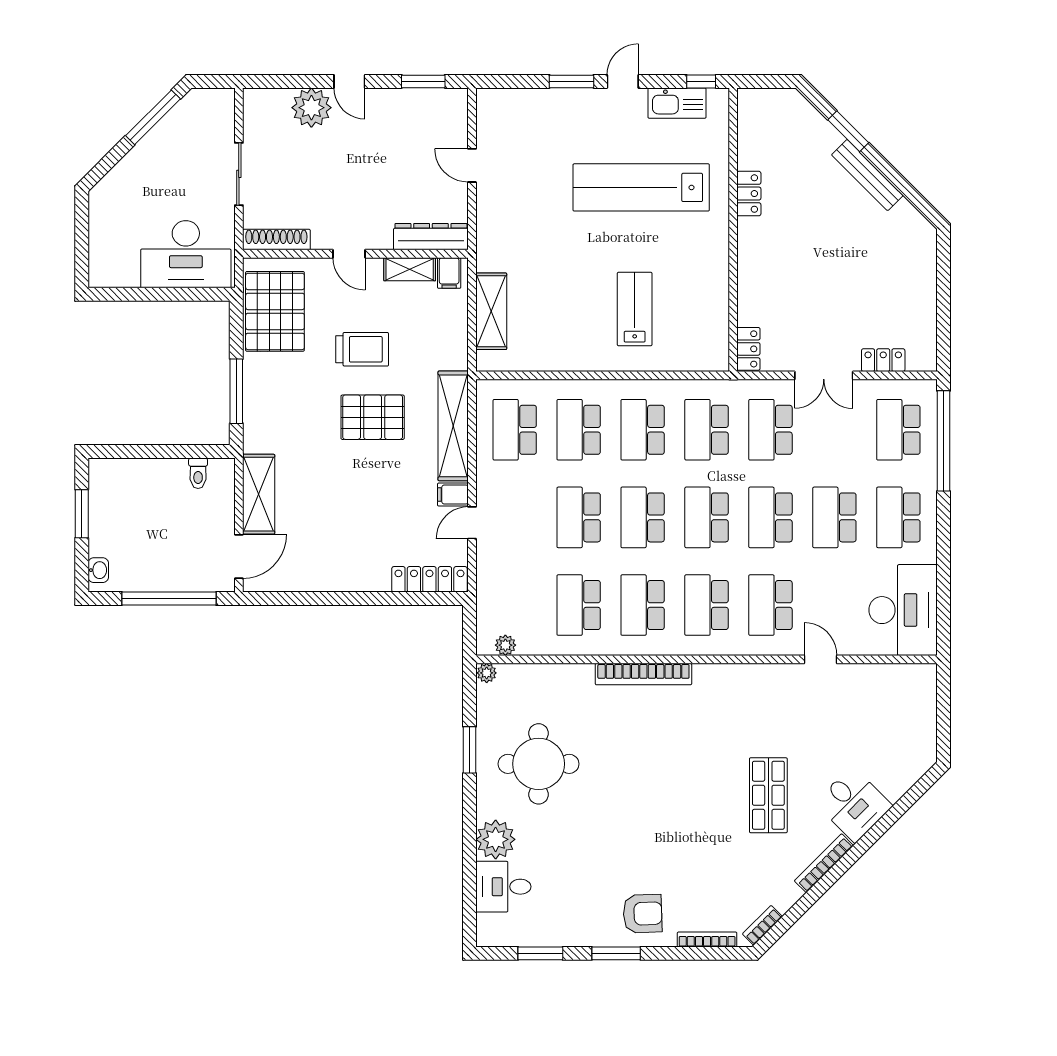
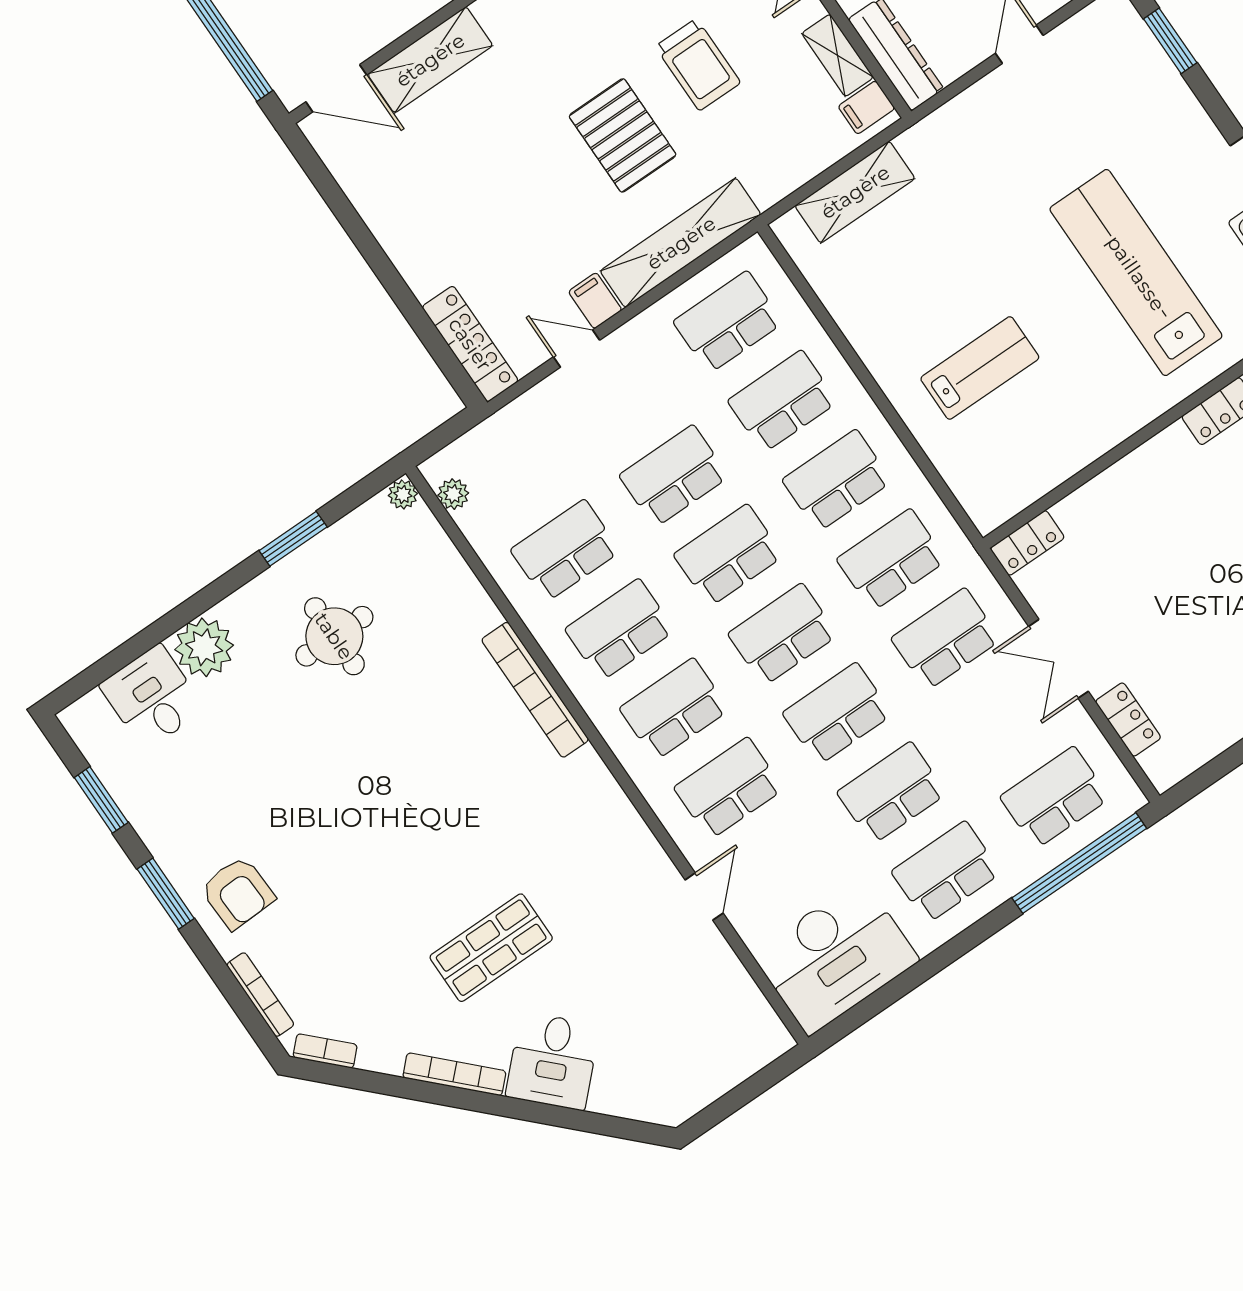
window: (572, 81) -> (1170, 41), moved
round table: (539, 764) -> (334, 636), width x0.73, depth x0.73

